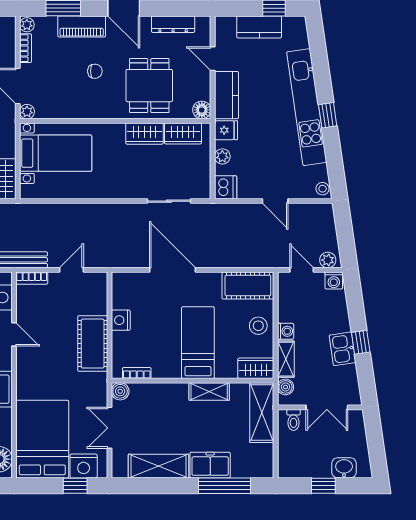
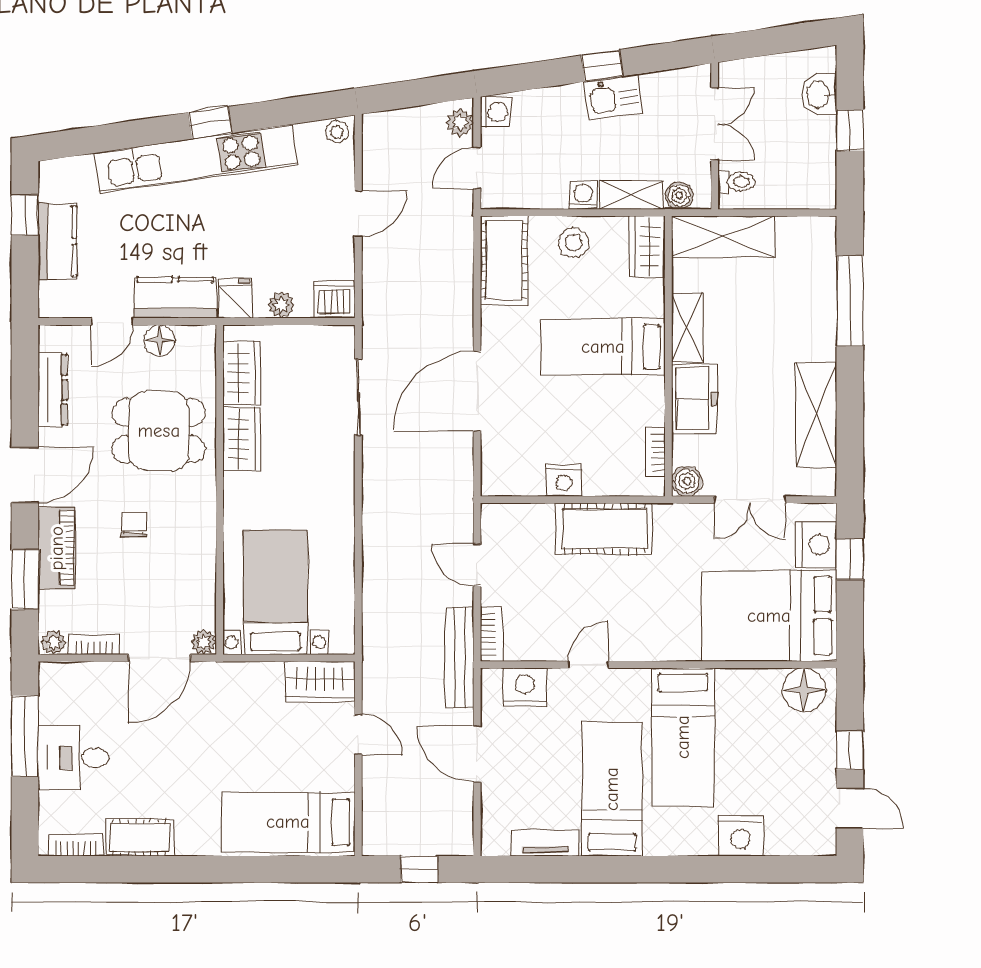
floor lamp: (202, 110) -> (160, 340), moved
freezer: (210, 465) -> (694, 399), moved, turned 180

